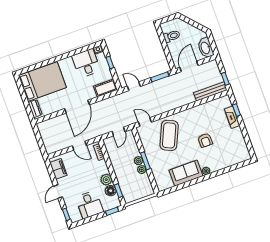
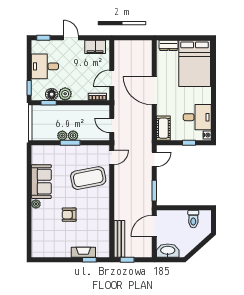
door: (189, 66) -> (154, 226), swing flipped
coffee table: (169, 135) -> (88, 178), turned -35

